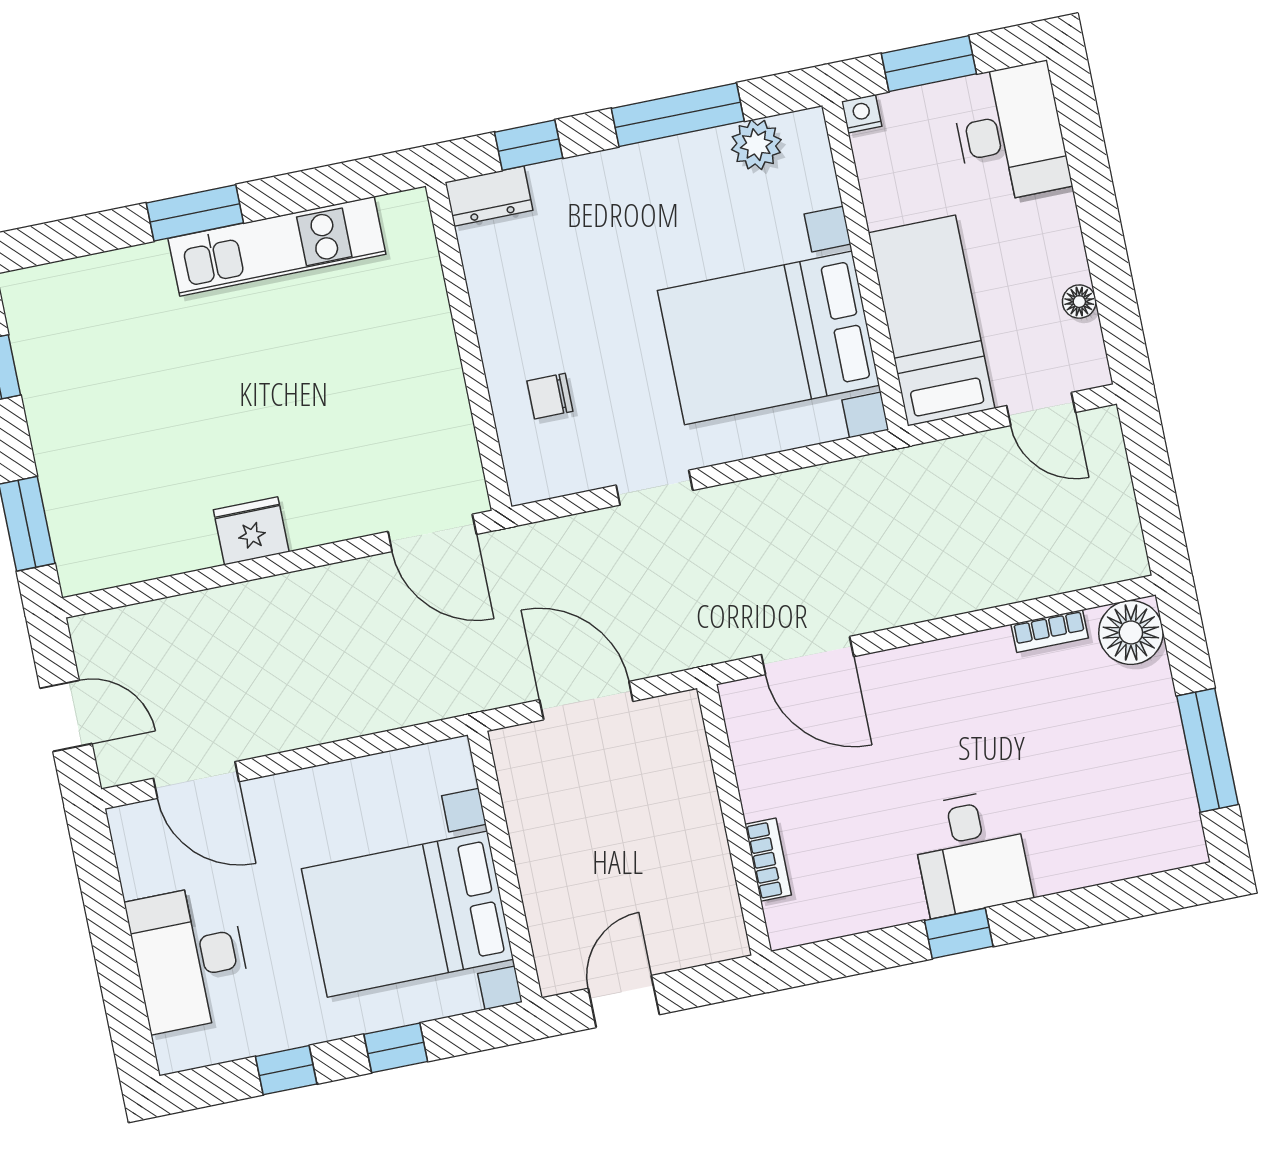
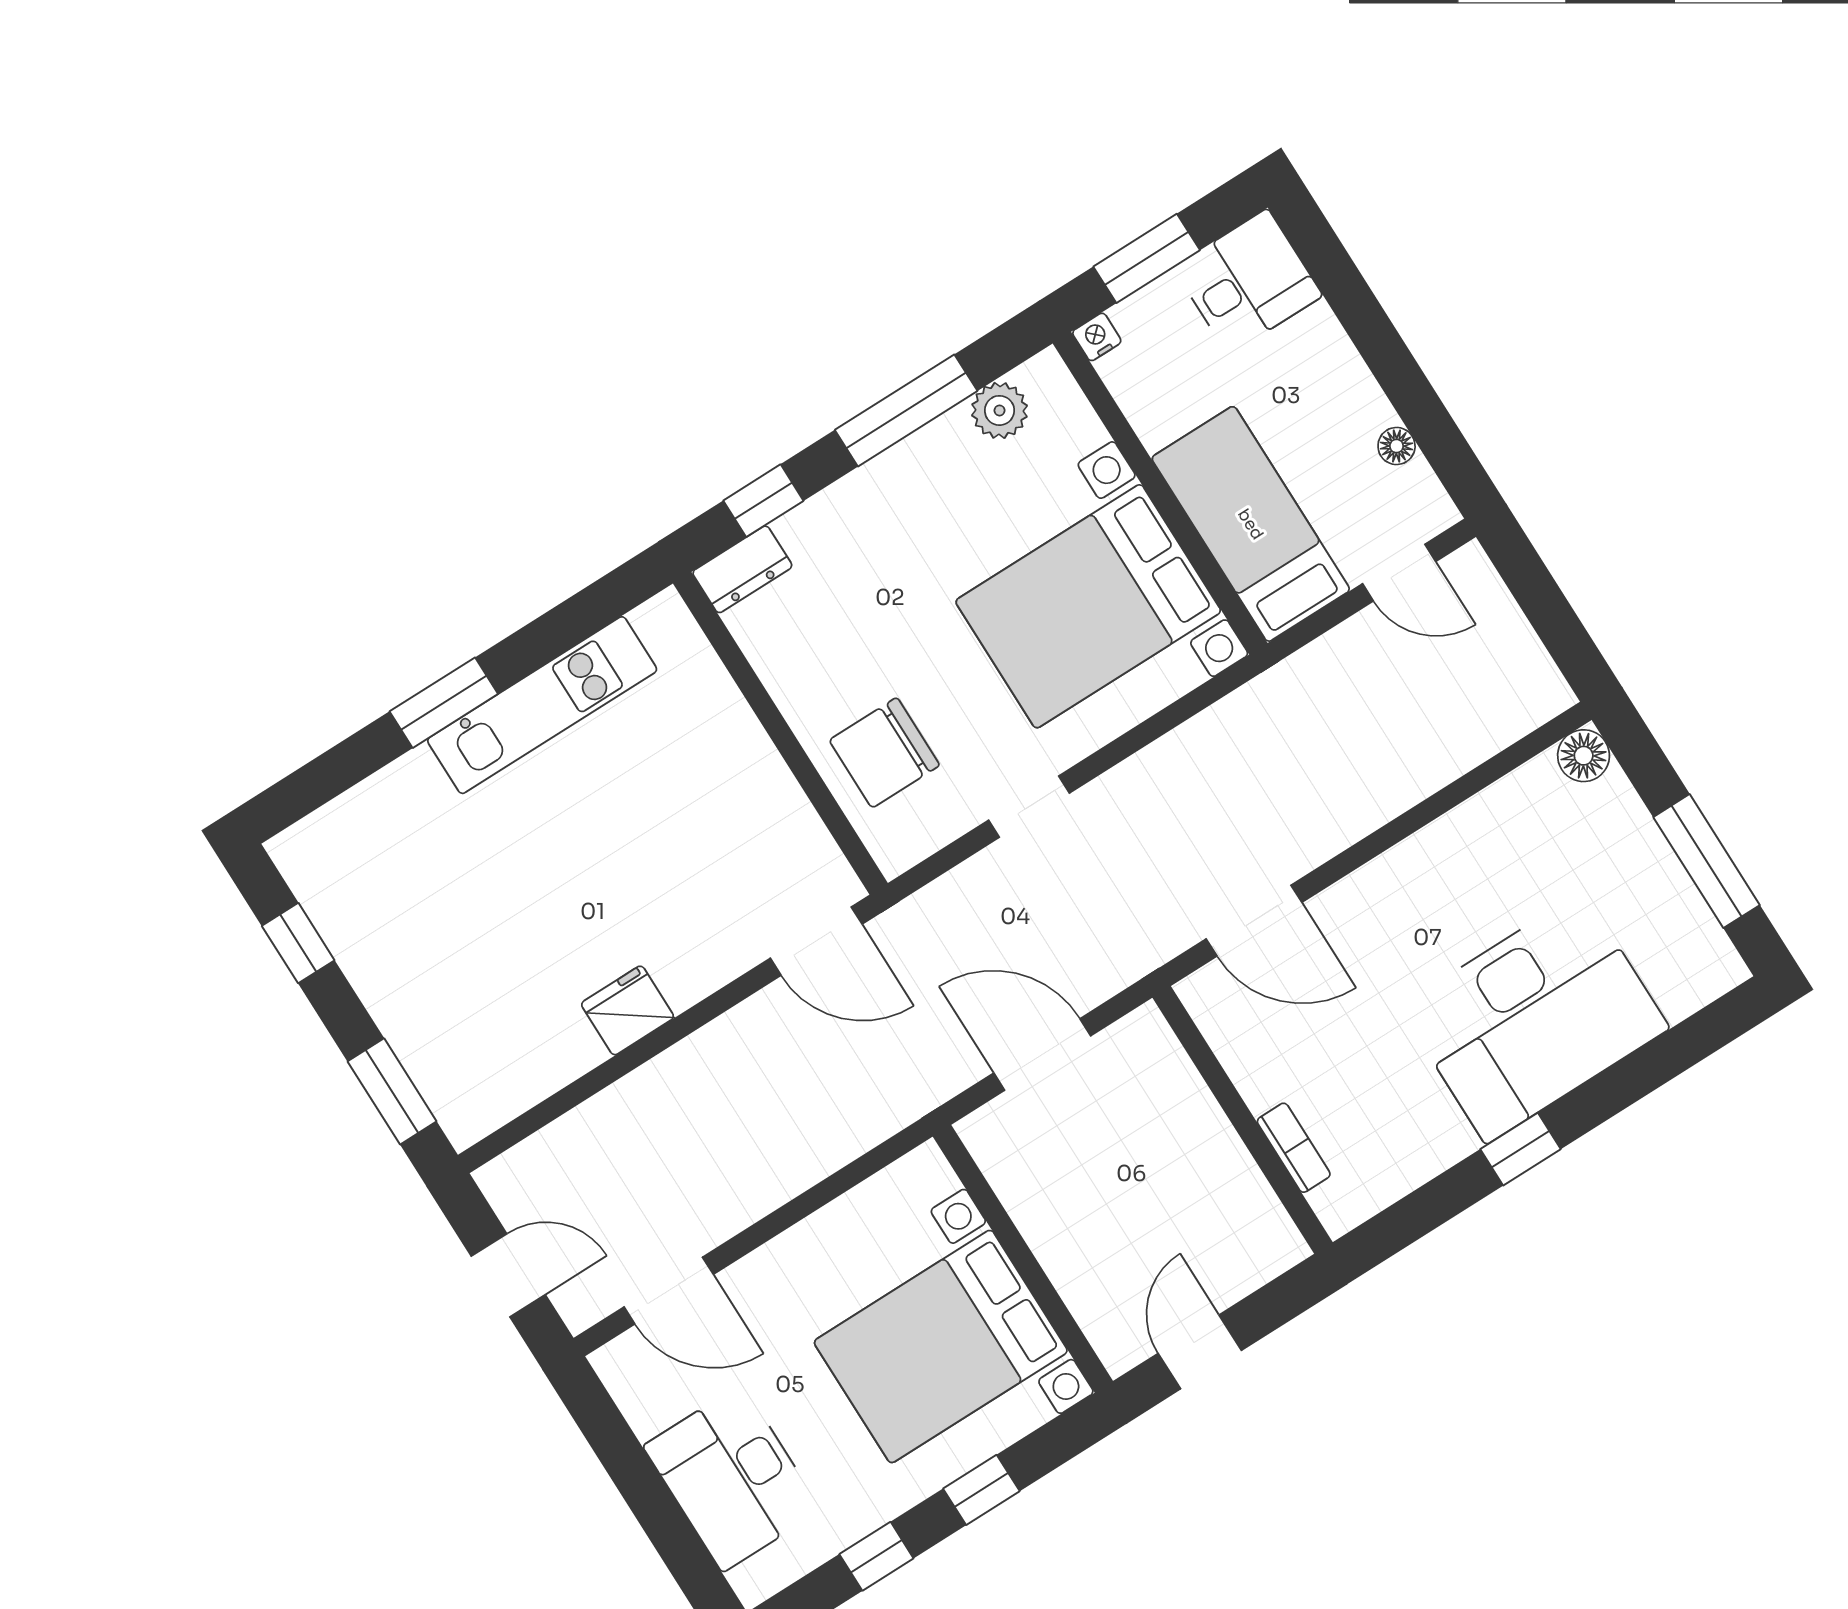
desk: (1010, 133) -> (1248, 282), width x0.73
chair: (550, 396) -> (884, 753), width x1.87, depth x1.87
bookcase: (1050, 631) -> (1496, 800), removed
floor lamp: (1131, 632) -> (1584, 756), width x0.73, depth x0.73
desk: (971, 853) -> (1534, 1018), width x1.87, depth x1.30

